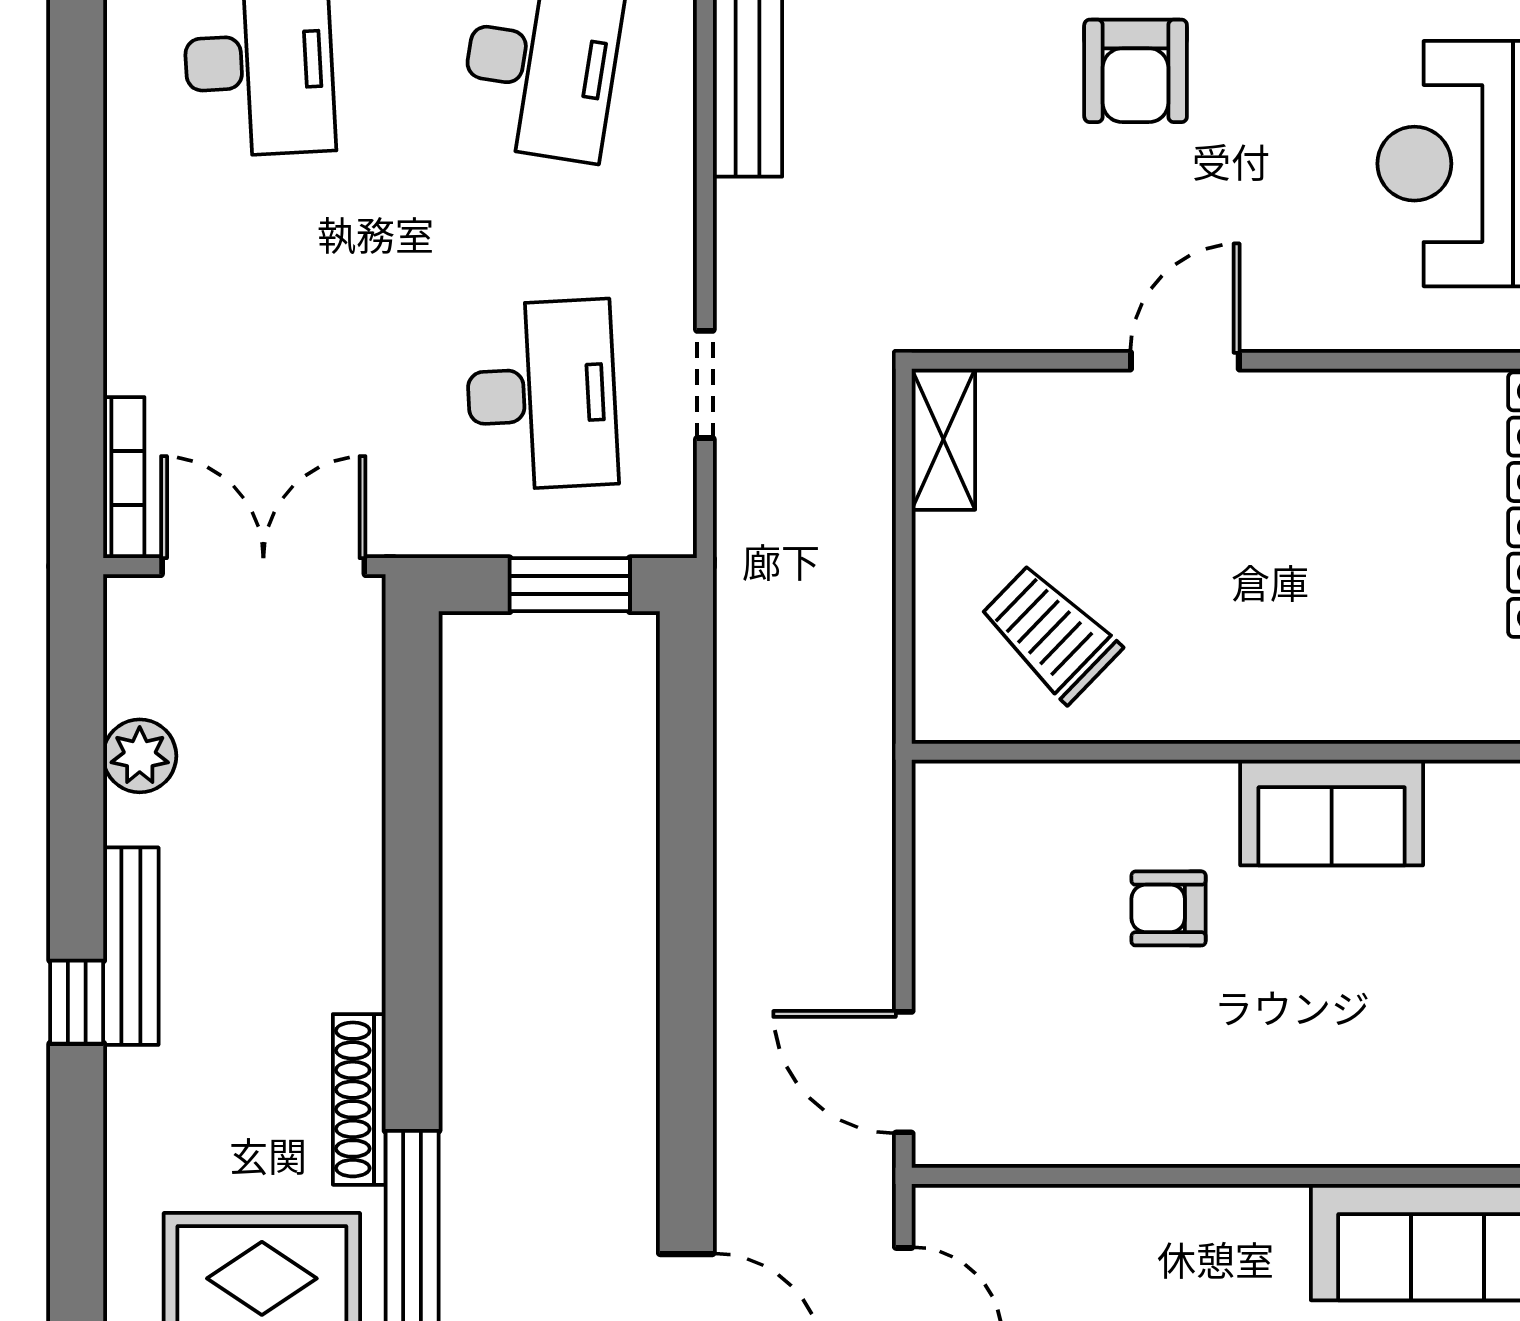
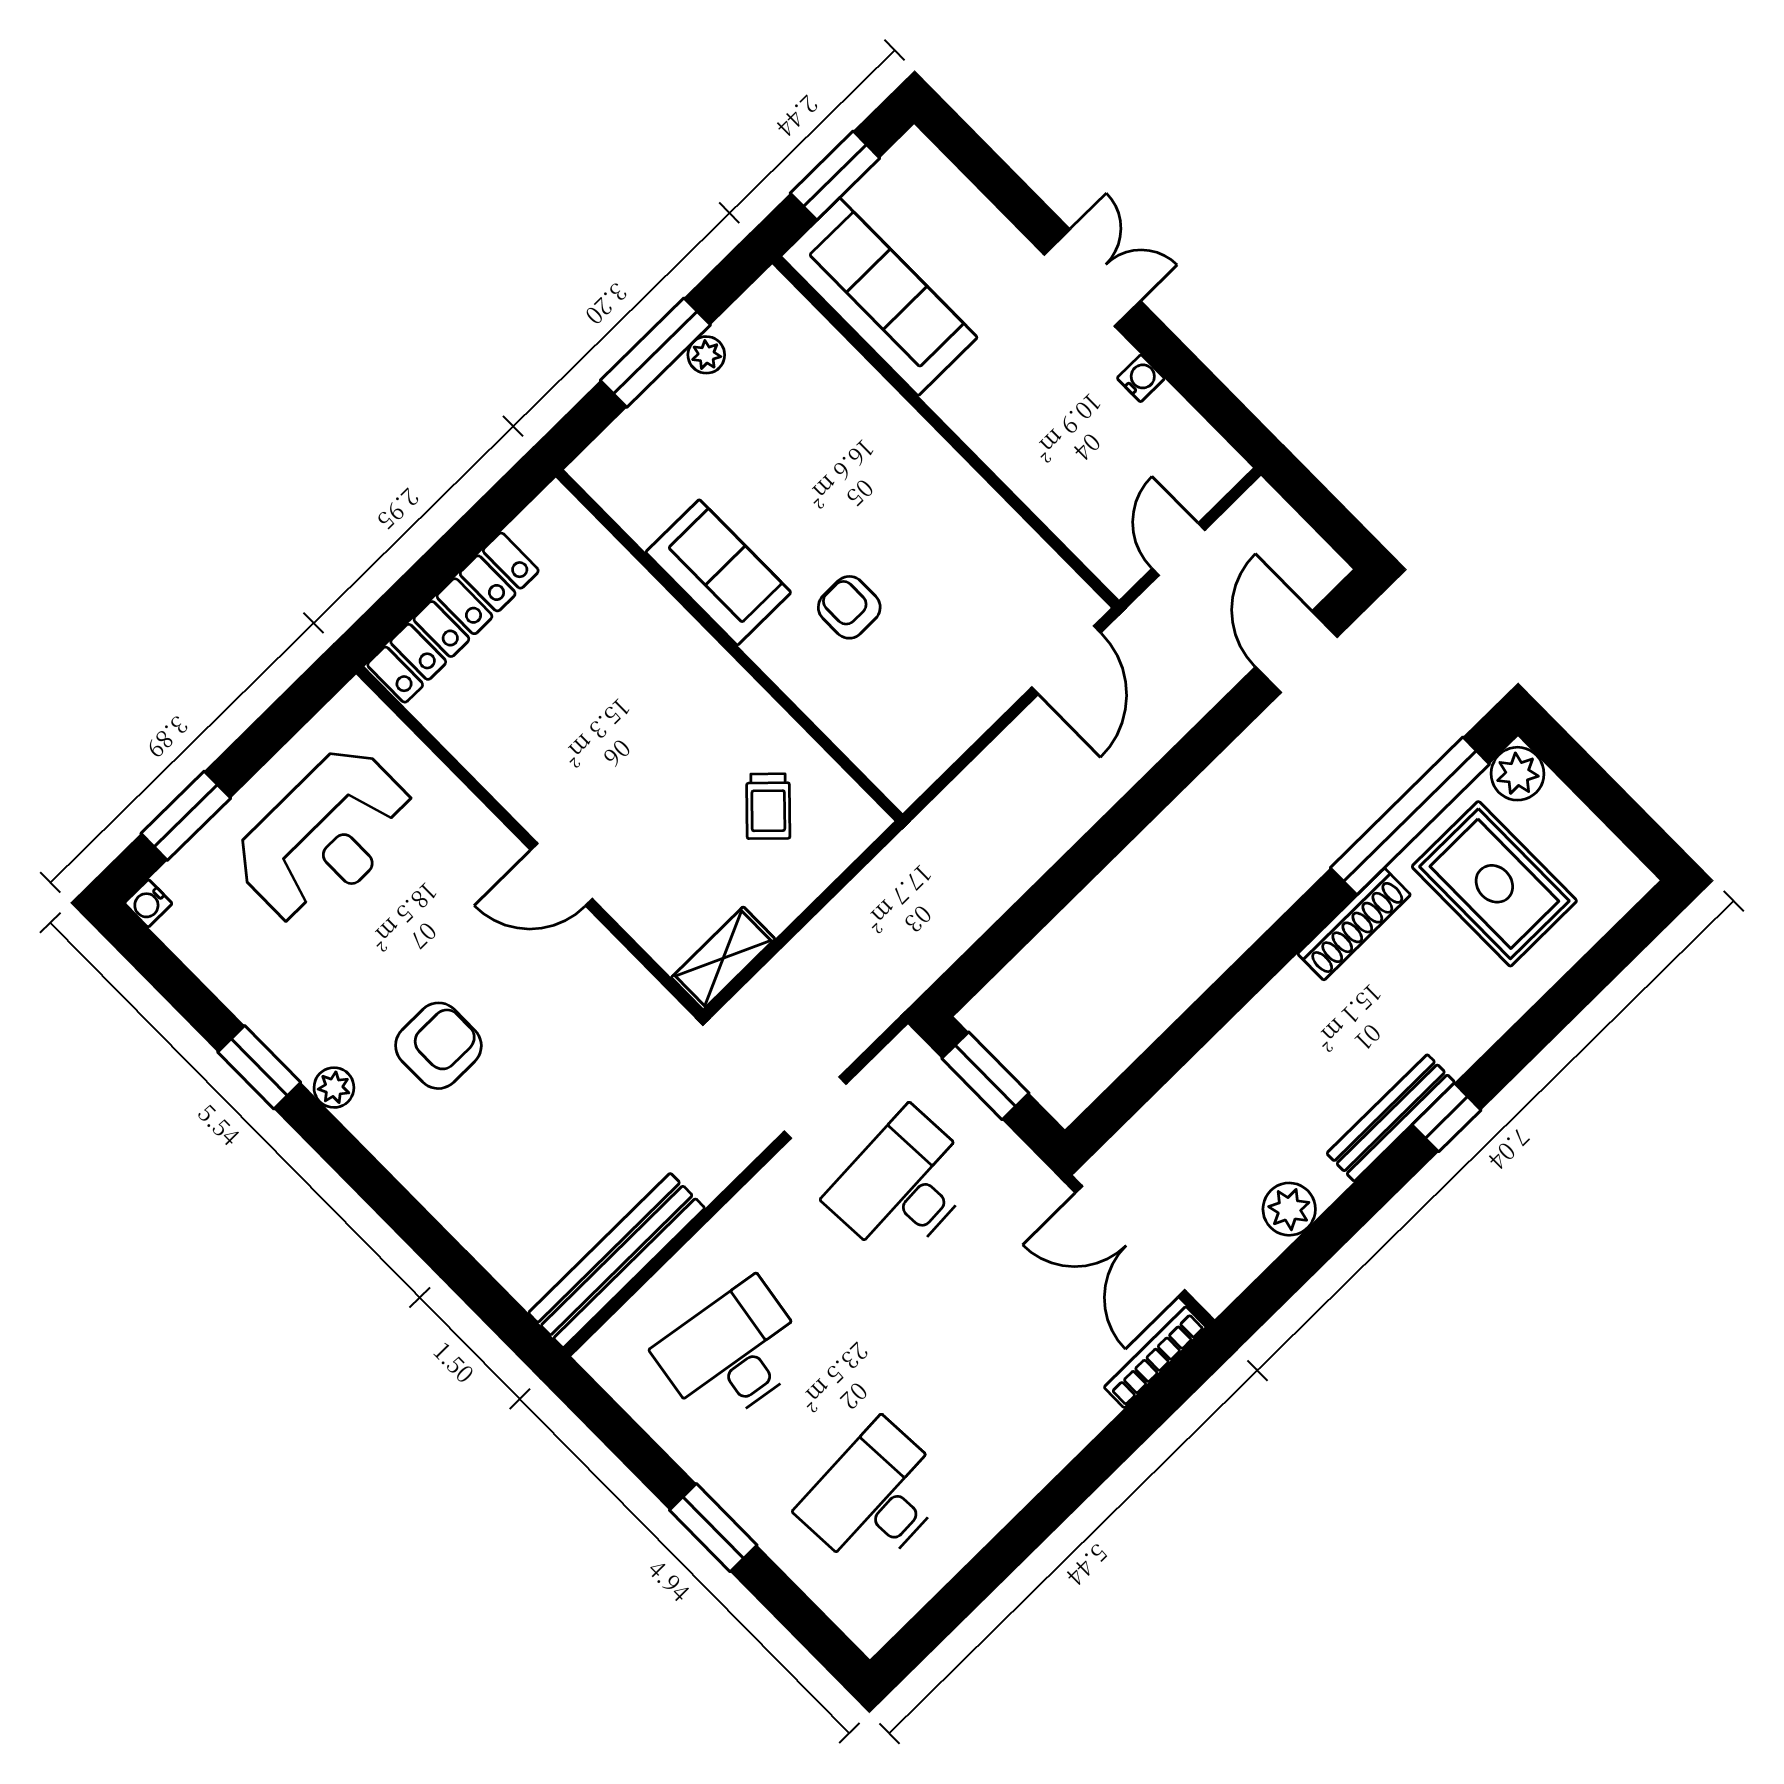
trolley: (1050, 633) -> (768, 806), width x0.73, depth x0.72
armchair: (1169, 908) -> (849, 607), turned 180

